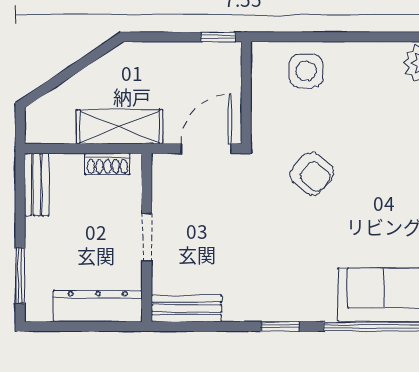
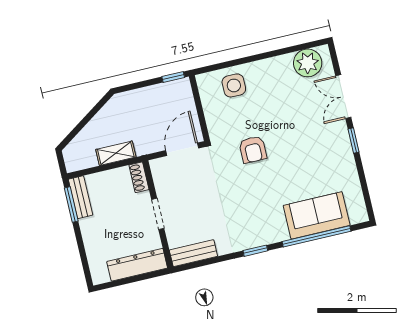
shelving: (119, 127) -> (116, 153), width x0.67, depth x0.75
shoe rack: (107, 164) -> (139, 177), moved, turned 90
armchair: (312, 174) -> (253, 150), turned 50
window: (20, 275) -> (71, 204), moved

